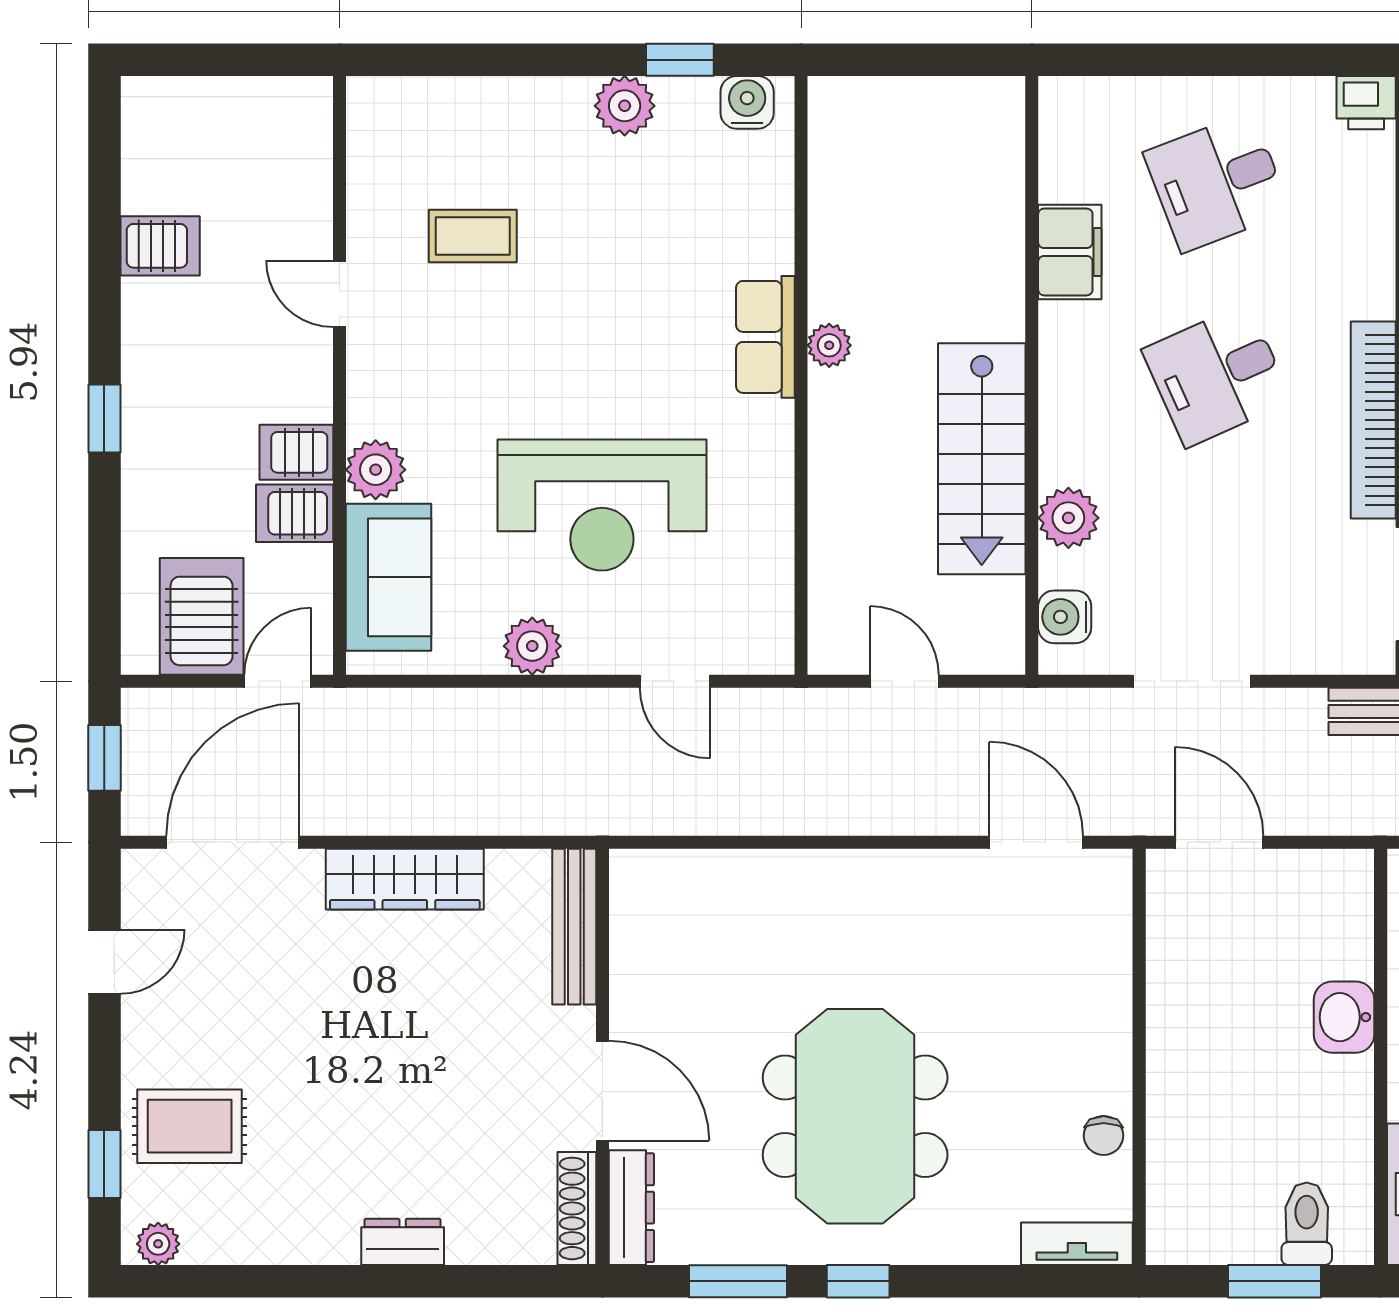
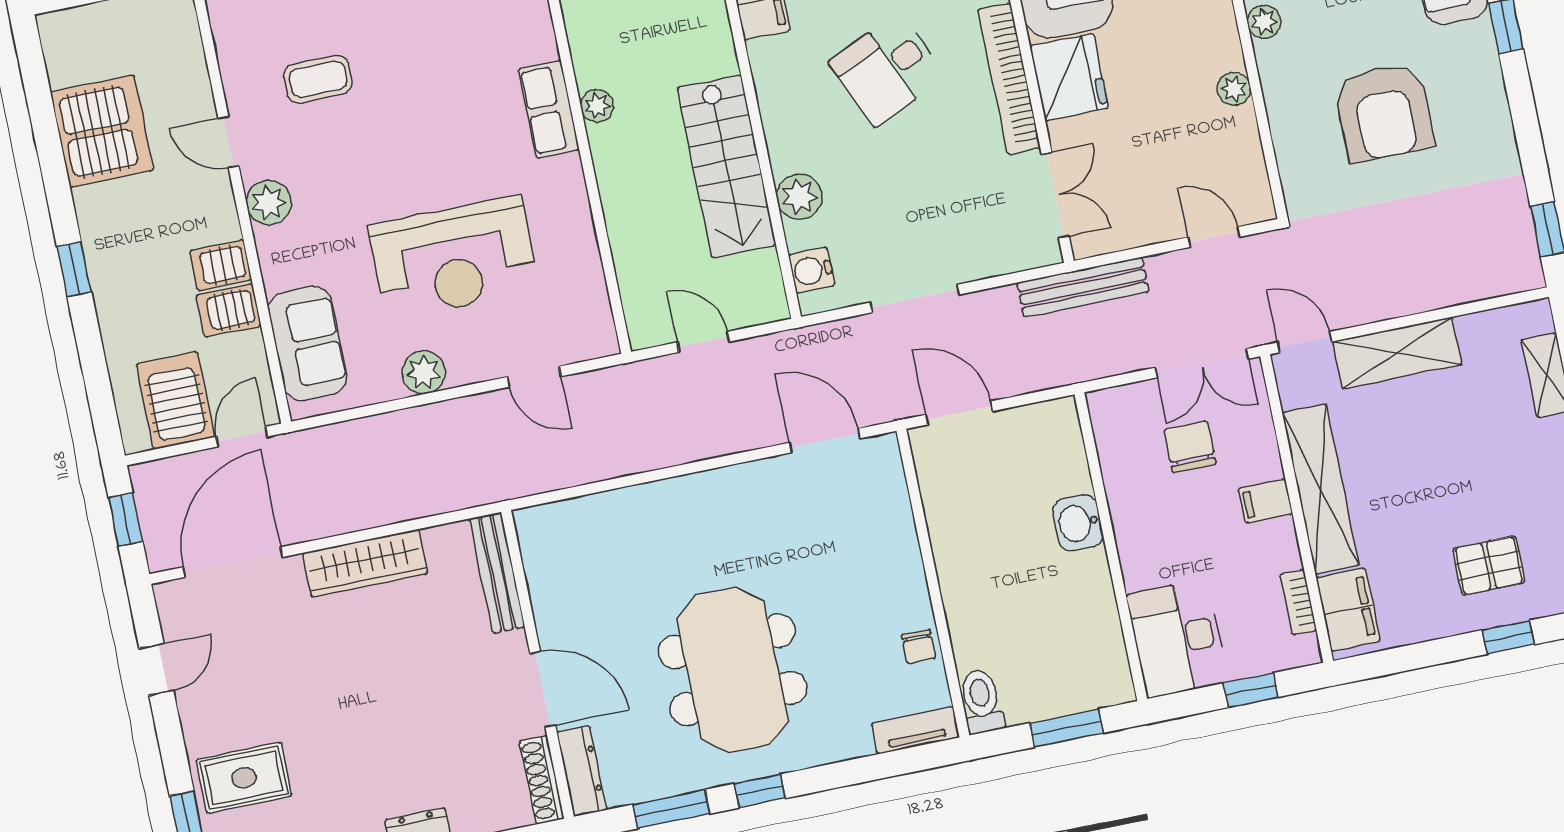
server rack: (160, 246) -> (102, 131), width x2.18, depth x1.44
plant: (376, 470) -> (269, 203), moved
toilet: (1307, 1224) -> (981, 701), moved

